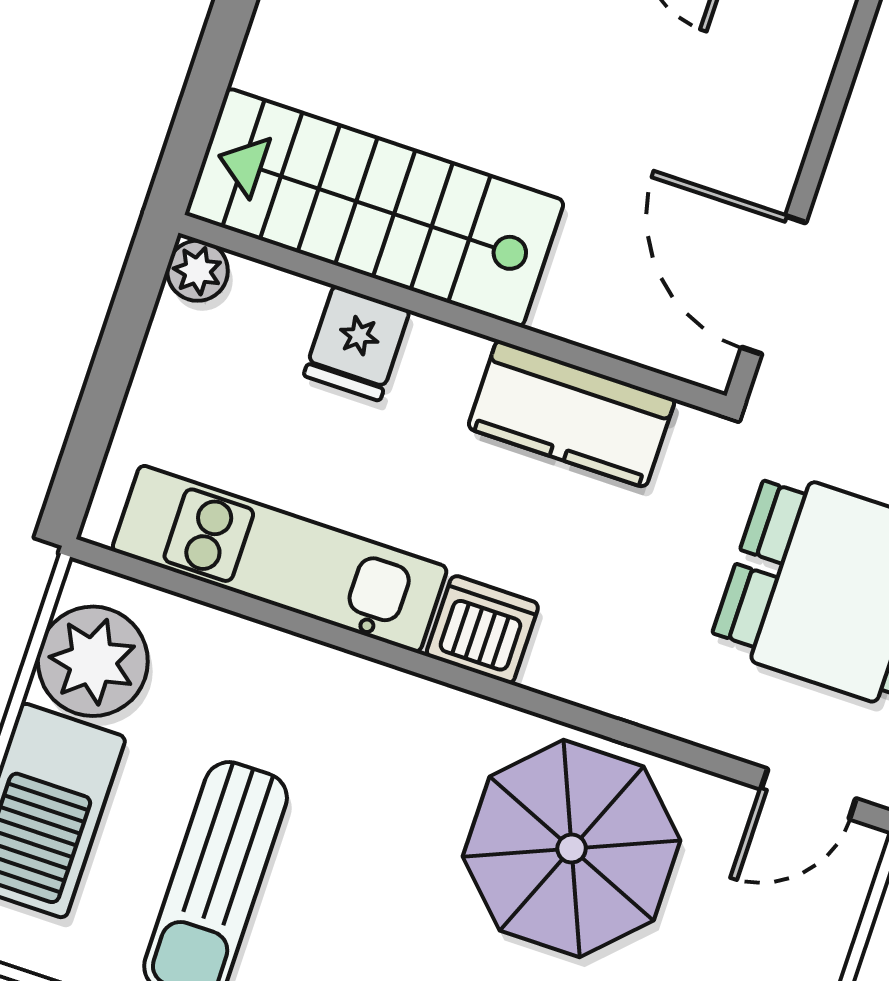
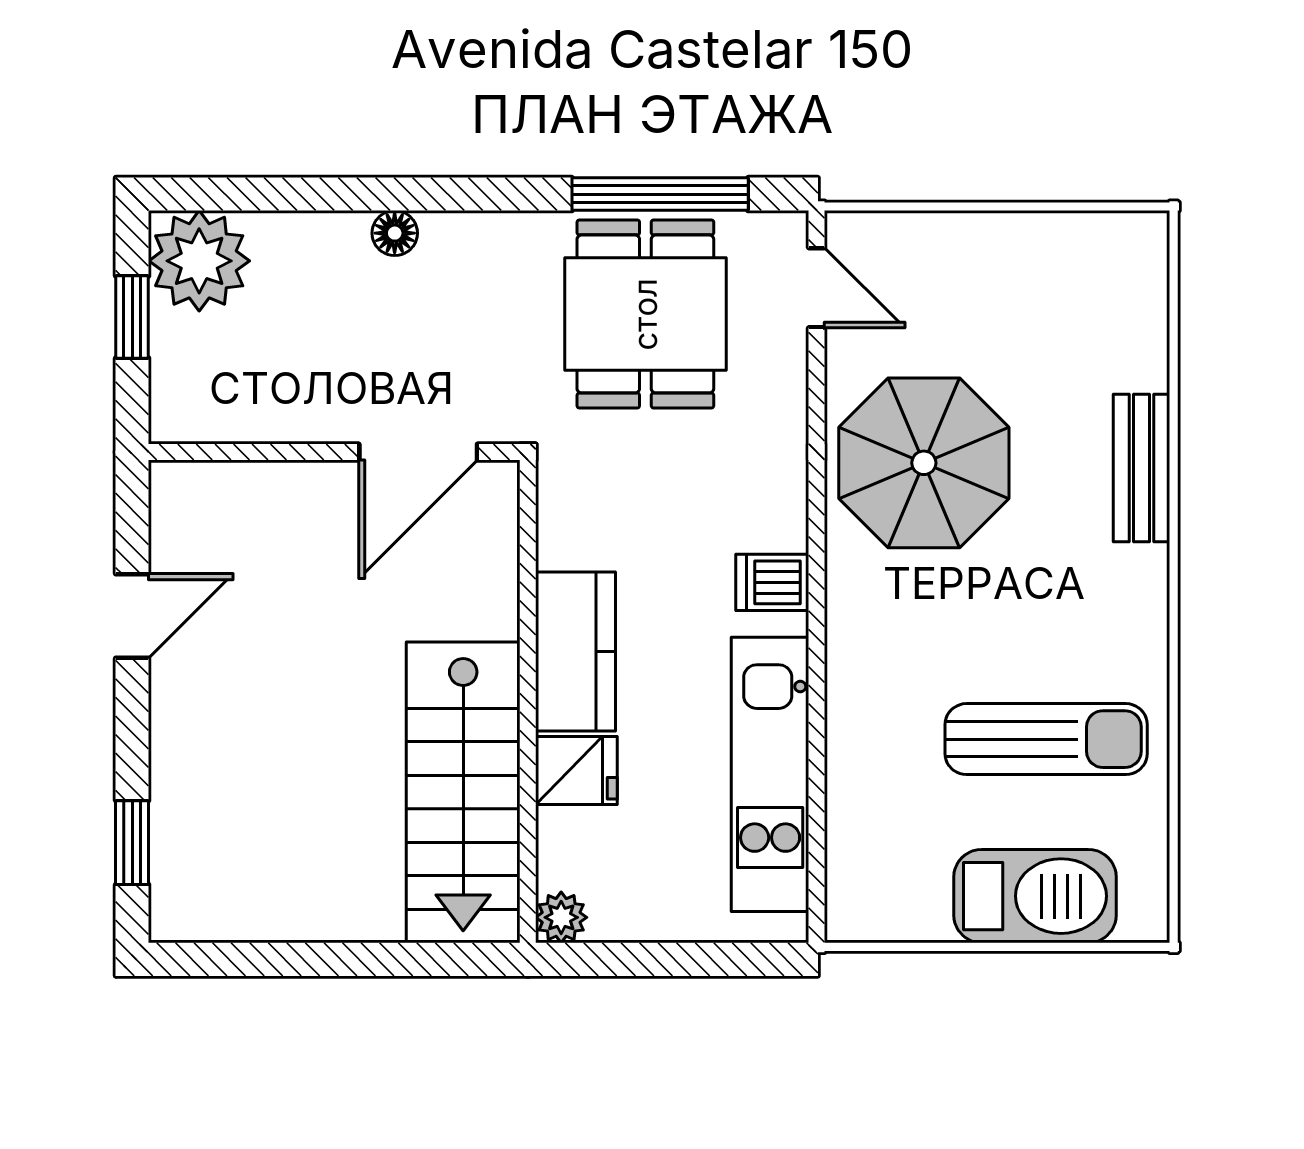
kitchen counter: (571, 414) -> (576, 651), moved
dishwasher: (482, 630) -> (772, 582), width x0.73
plant: (93, 661) -> (902, 897), removed

